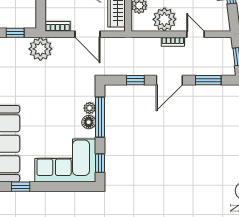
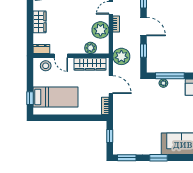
door: (87, 34) -> (111, 85), hinge flipped
plant: (40, 49) -> (121, 56), moved
floor lamp: (89, 122) -> (173, 84), removed

